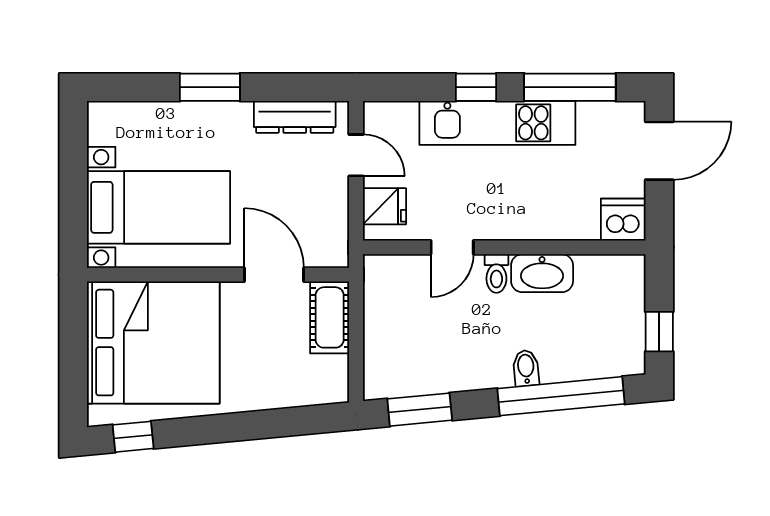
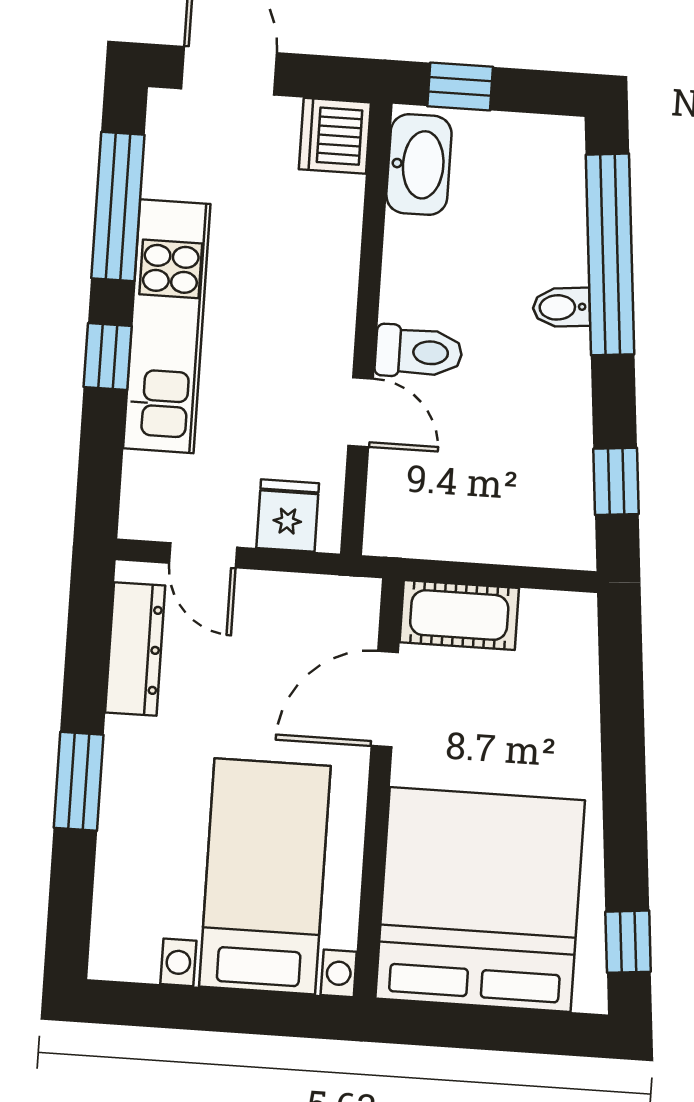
door: (356, 155) -> (203, 555), swing flipped
washbasin: (542, 273) -> (419, 165), moved
toilet: (496, 274) -> (419, 352), width x1.37, depth x1.39
window: (659, 332) -> (460, 86), moved
window: (420, 410) -> (616, 481), width x0.67

